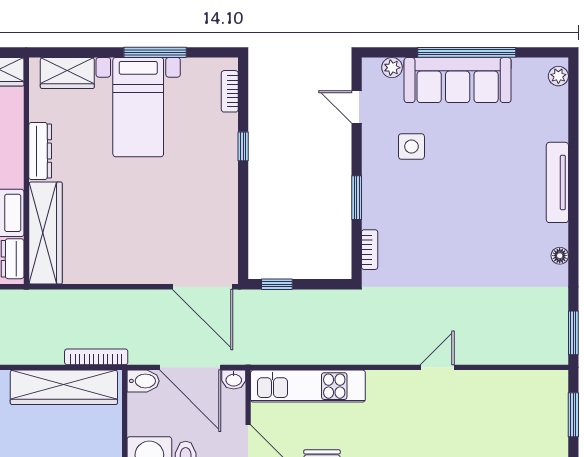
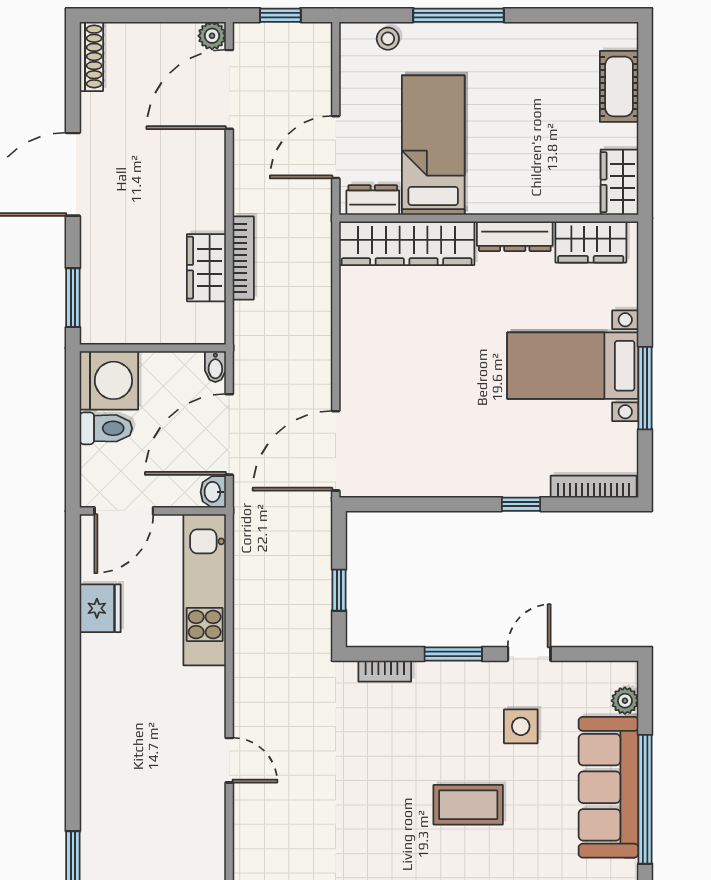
wardrobe: (67, 73) -> (591, 242), moved, turned -90
bookcase: (230, 91) -> (594, 487), width x1.56
door: (357, 107) -> (529, 654), moved
coffee table: (471, 186) -> (468, 805), added
window: (277, 284) -> (339, 590), moved
bookcase: (96, 357) -> (243, 258), moved
bidet: (143, 381) -> (215, 367), width x0.72, depth x0.74
wardrobe: (64, 387) -> (206, 268), width x0.48, depth x0.85

